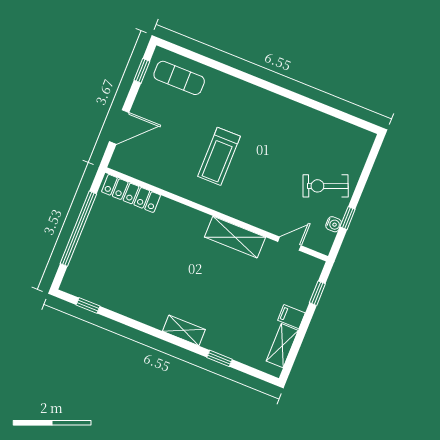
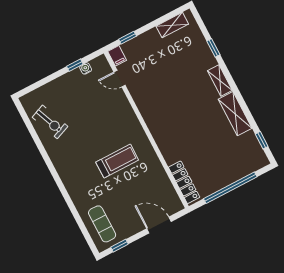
exercise bike: (326, 186) -> (50, 122), moved
shelving: (235, 237) -> (235, 114), moved
filing cabinet: (291, 317) -> (117, 56), moved

